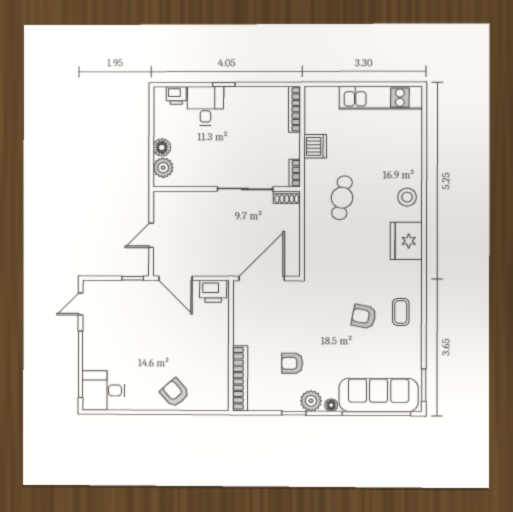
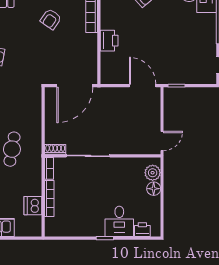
bookcase: (294, 109) -> (49, 199), moved
dishwasher: (315, 146) -> (33, 206), moved
door: (151, 235) -> (162, 141), moved
printer: (213, 291) -> (109, 41), moved, turned 90
armchair: (292, 363) -> (51, 19), turned 125

